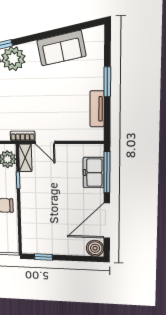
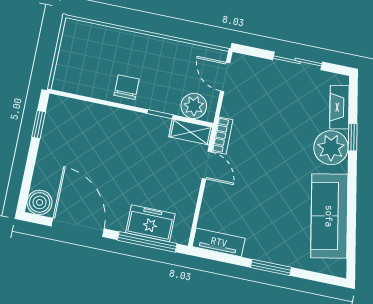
sofa: (61, 48) -> (329, 216), width x1.36
tv unit: (97, 109) -> (219, 242), moved
door: (45, 142) -> (207, 165), swing flipped

